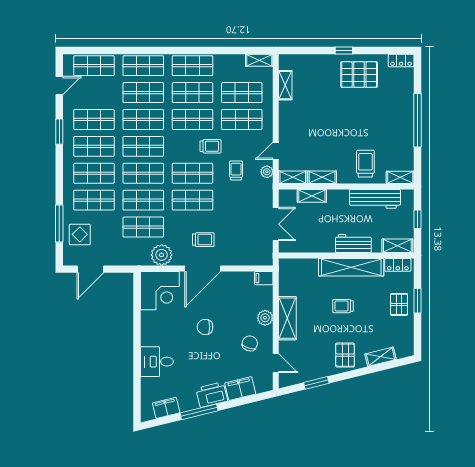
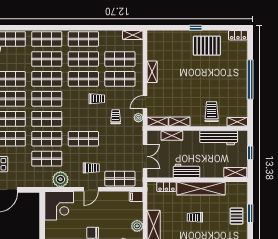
shelving: (285, 85) -> (152, 72), moved
shop shelf: (193, 173) -> (120, 179), moved
workbench: (353, 243) -> (186, 171), moved
locker: (398, 265) -> (166, 187), moved
door: (203, 268) -> (91, 189), width x0.53

